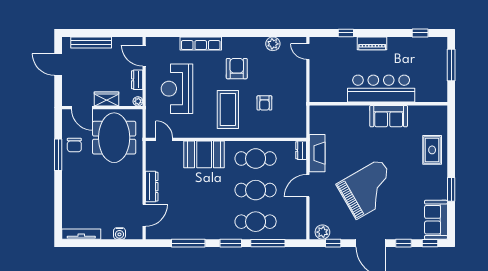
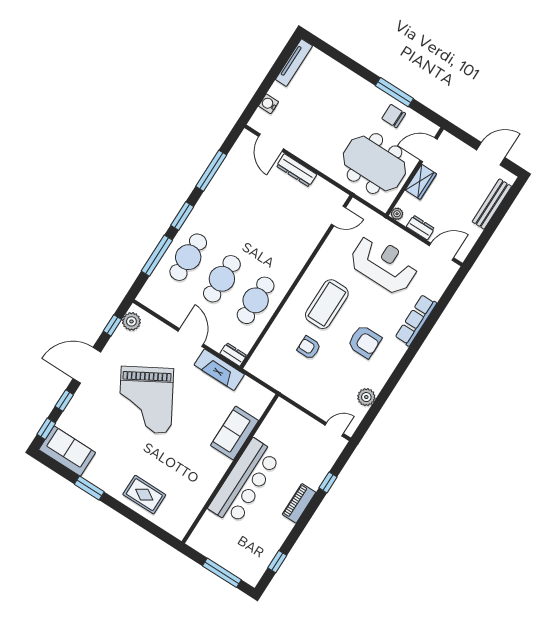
coffee table: (228, 110) -> (327, 304), turned 90
sofa: (389, 116) -> (235, 433), moved
booth: (204, 154) -> (295, 248), removed

